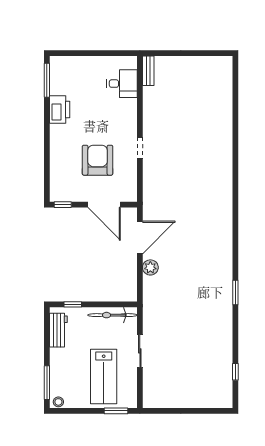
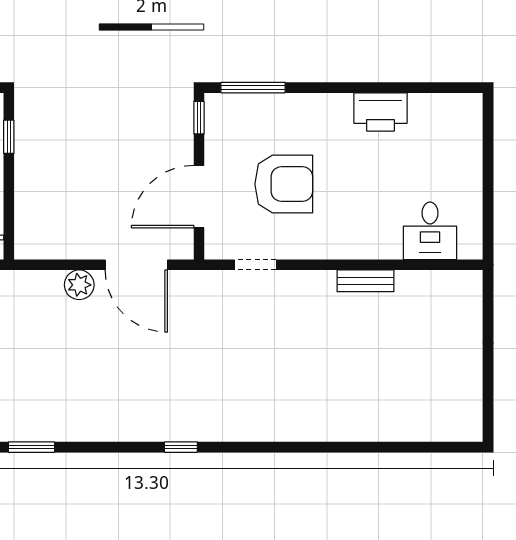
bench: (148, 71) -> (366, 281), moved
window: (47, 80) -> (253, 88), moved
doorway: (140, 148) -> (255, 265), moved
window: (235, 214) -> (181, 447), added

